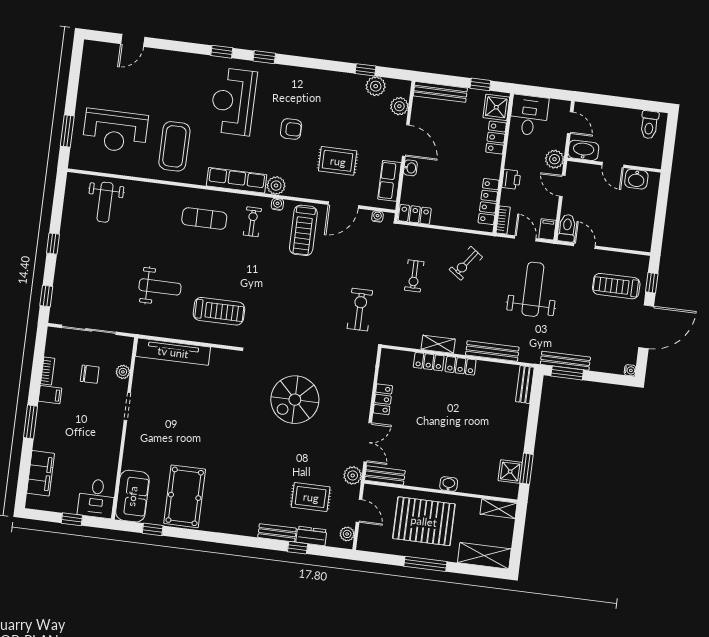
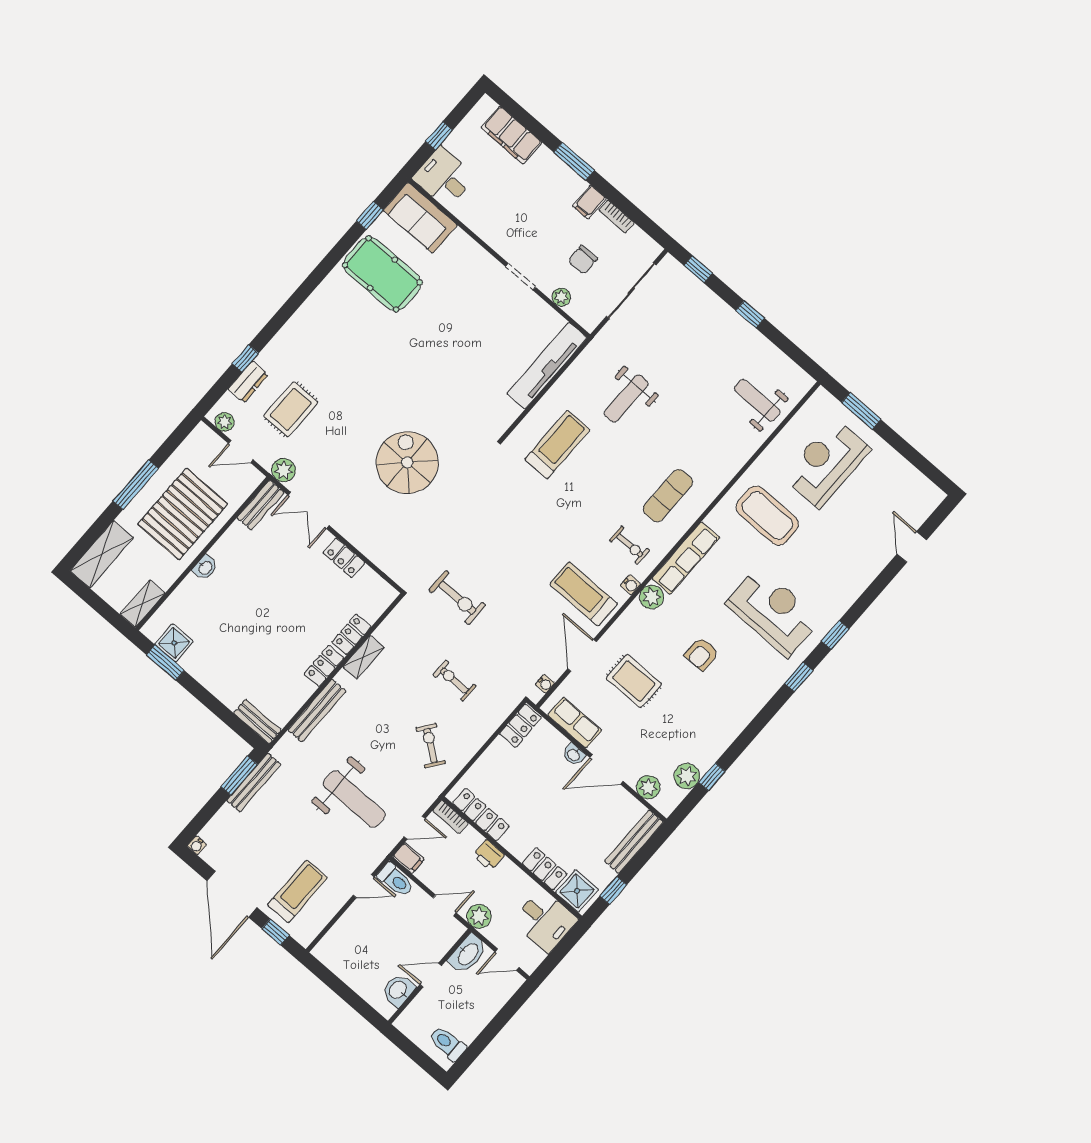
rug: (338, 161) -> (634, 681), turned 90
treadmill: (219, 311) -> (557, 444), turned 180
bench: (277, 533) -> (276, 347), removed

